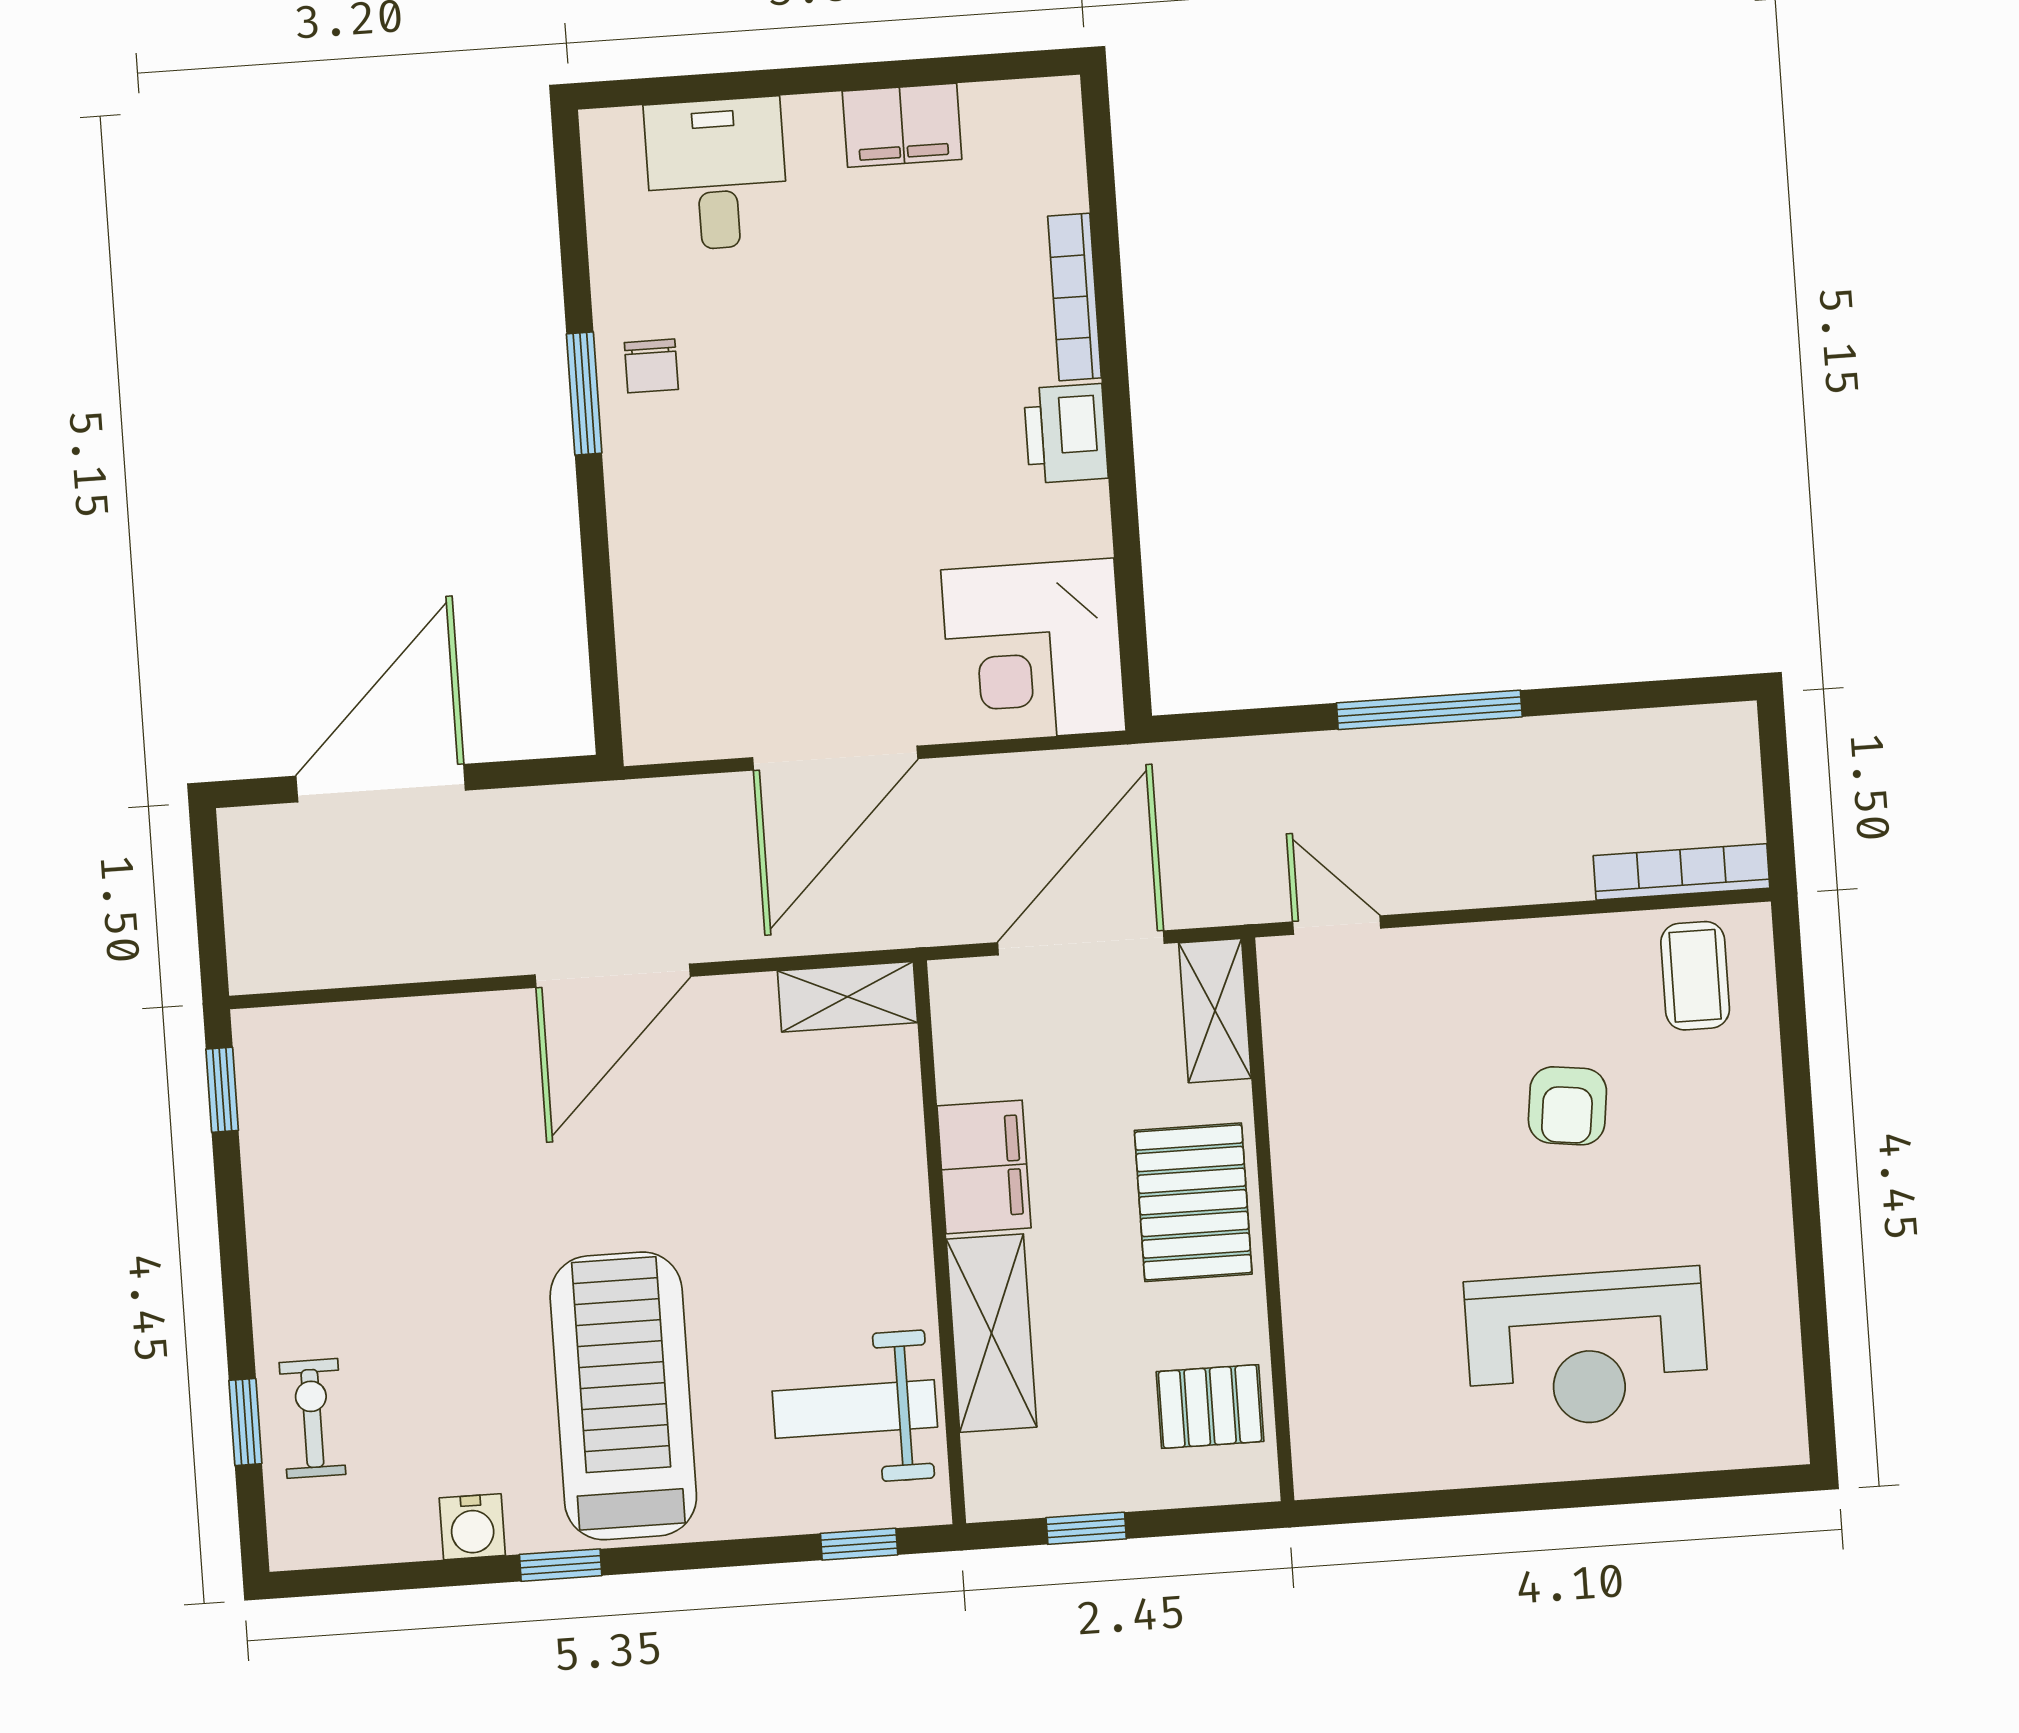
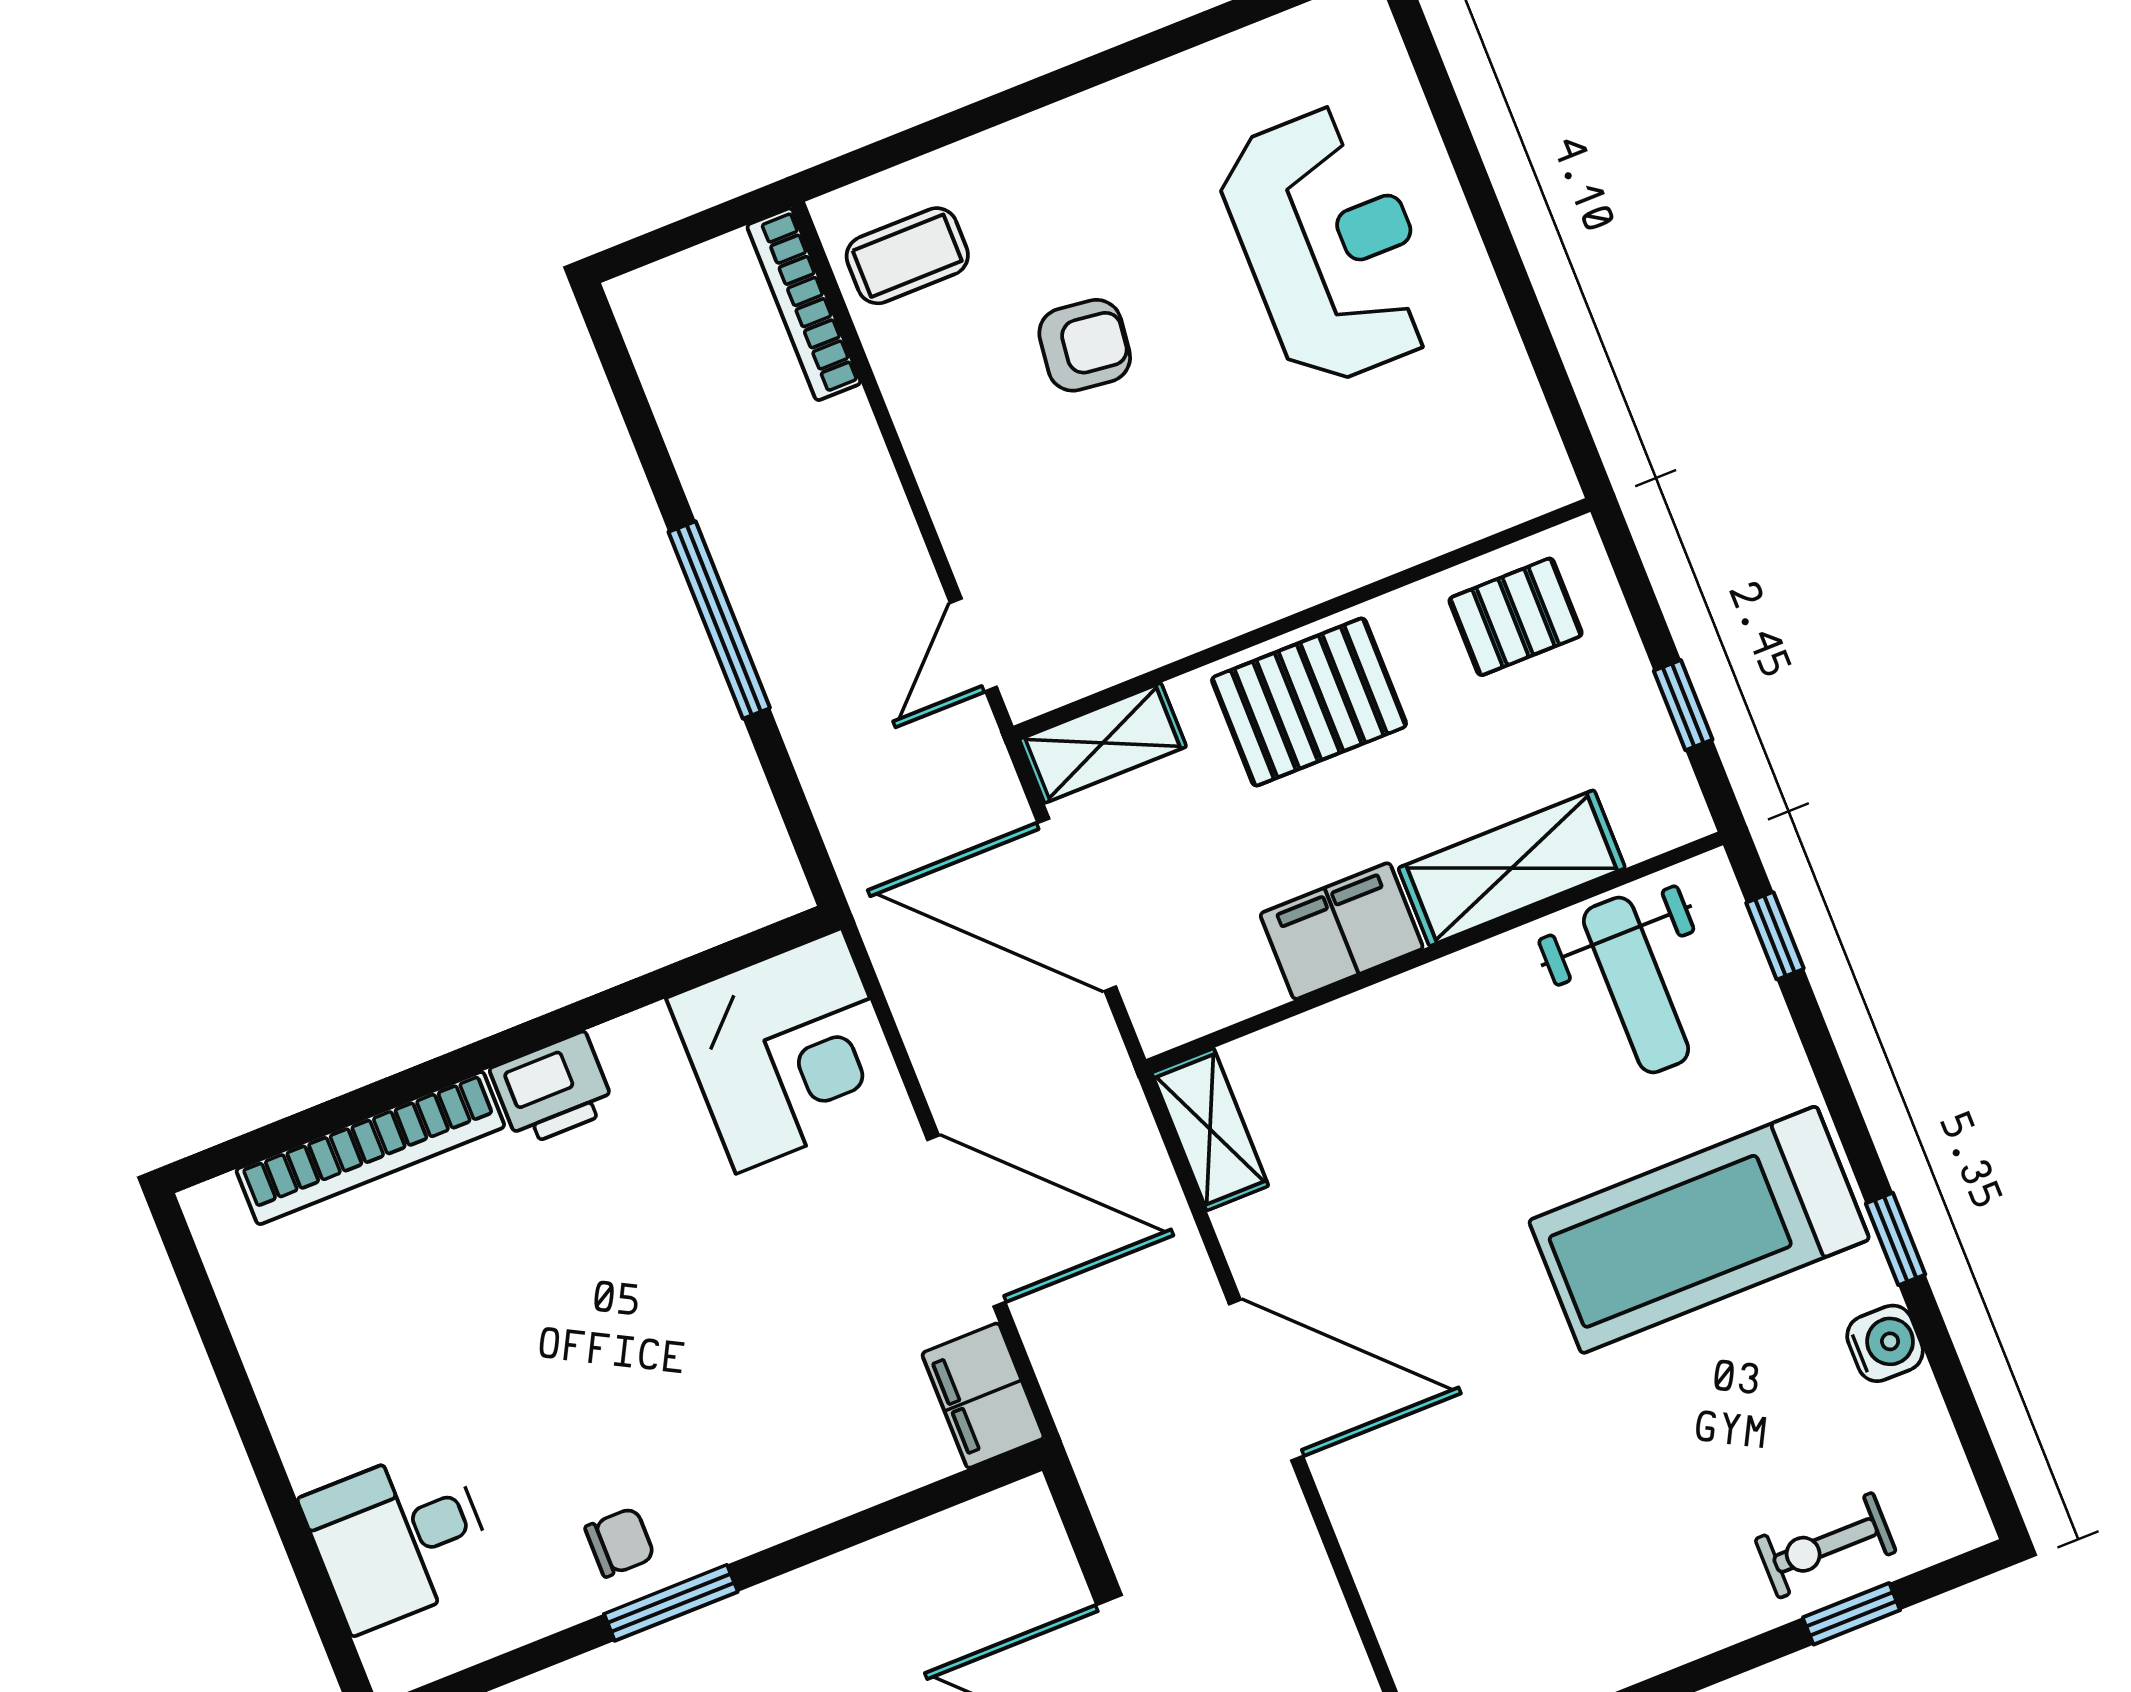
filing cabinet: (902, 125) -> (983, 1396), moved, turned 180
bookcase: (1075, 297) -> (370, 1148), width x1.48, depth x1.31
pallet: (1210, 1407) -> (1516, 617), turned 90

